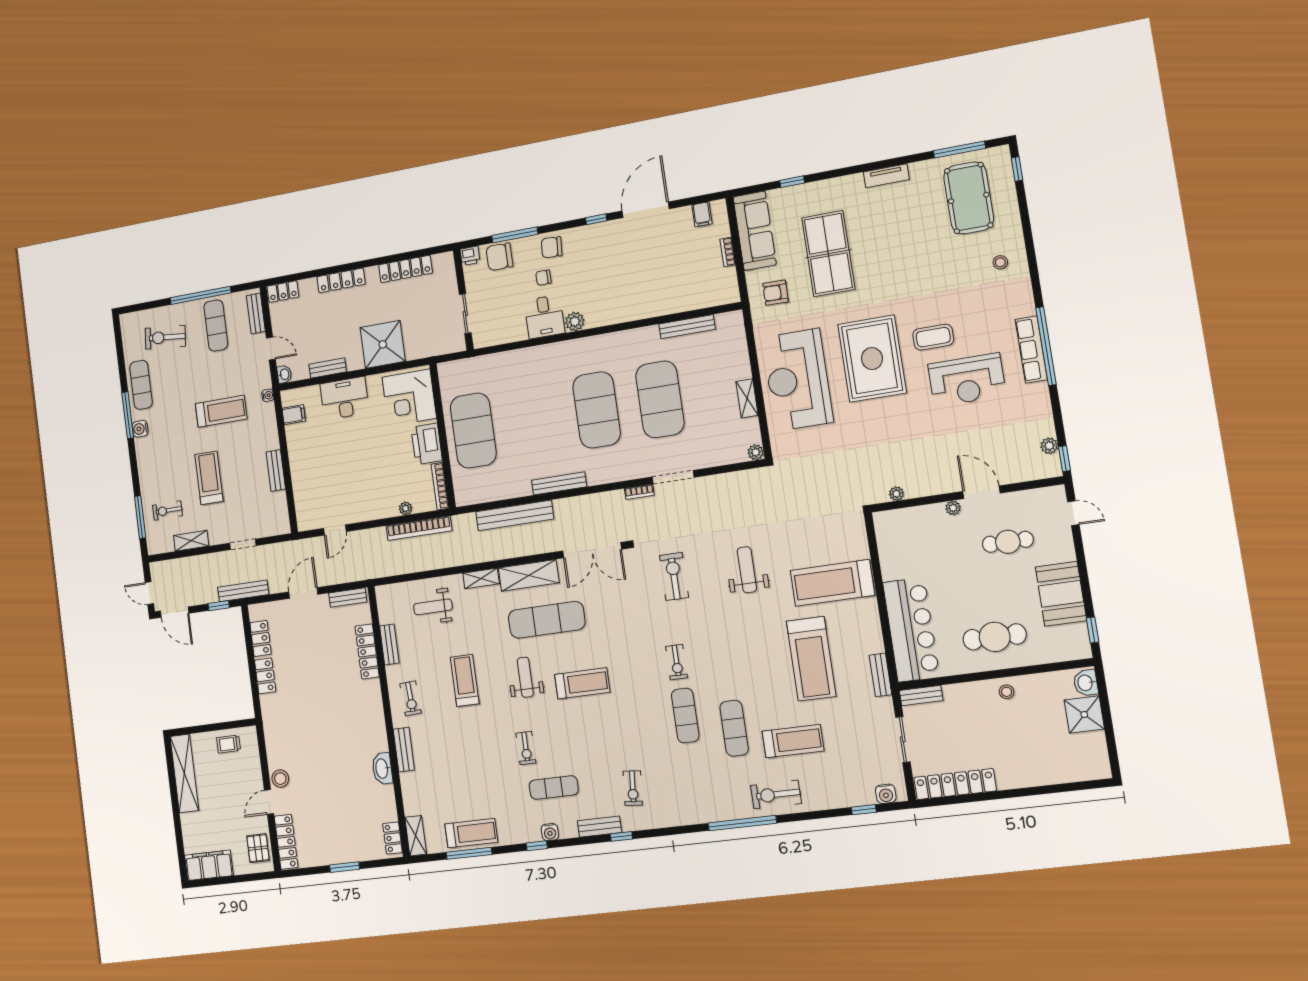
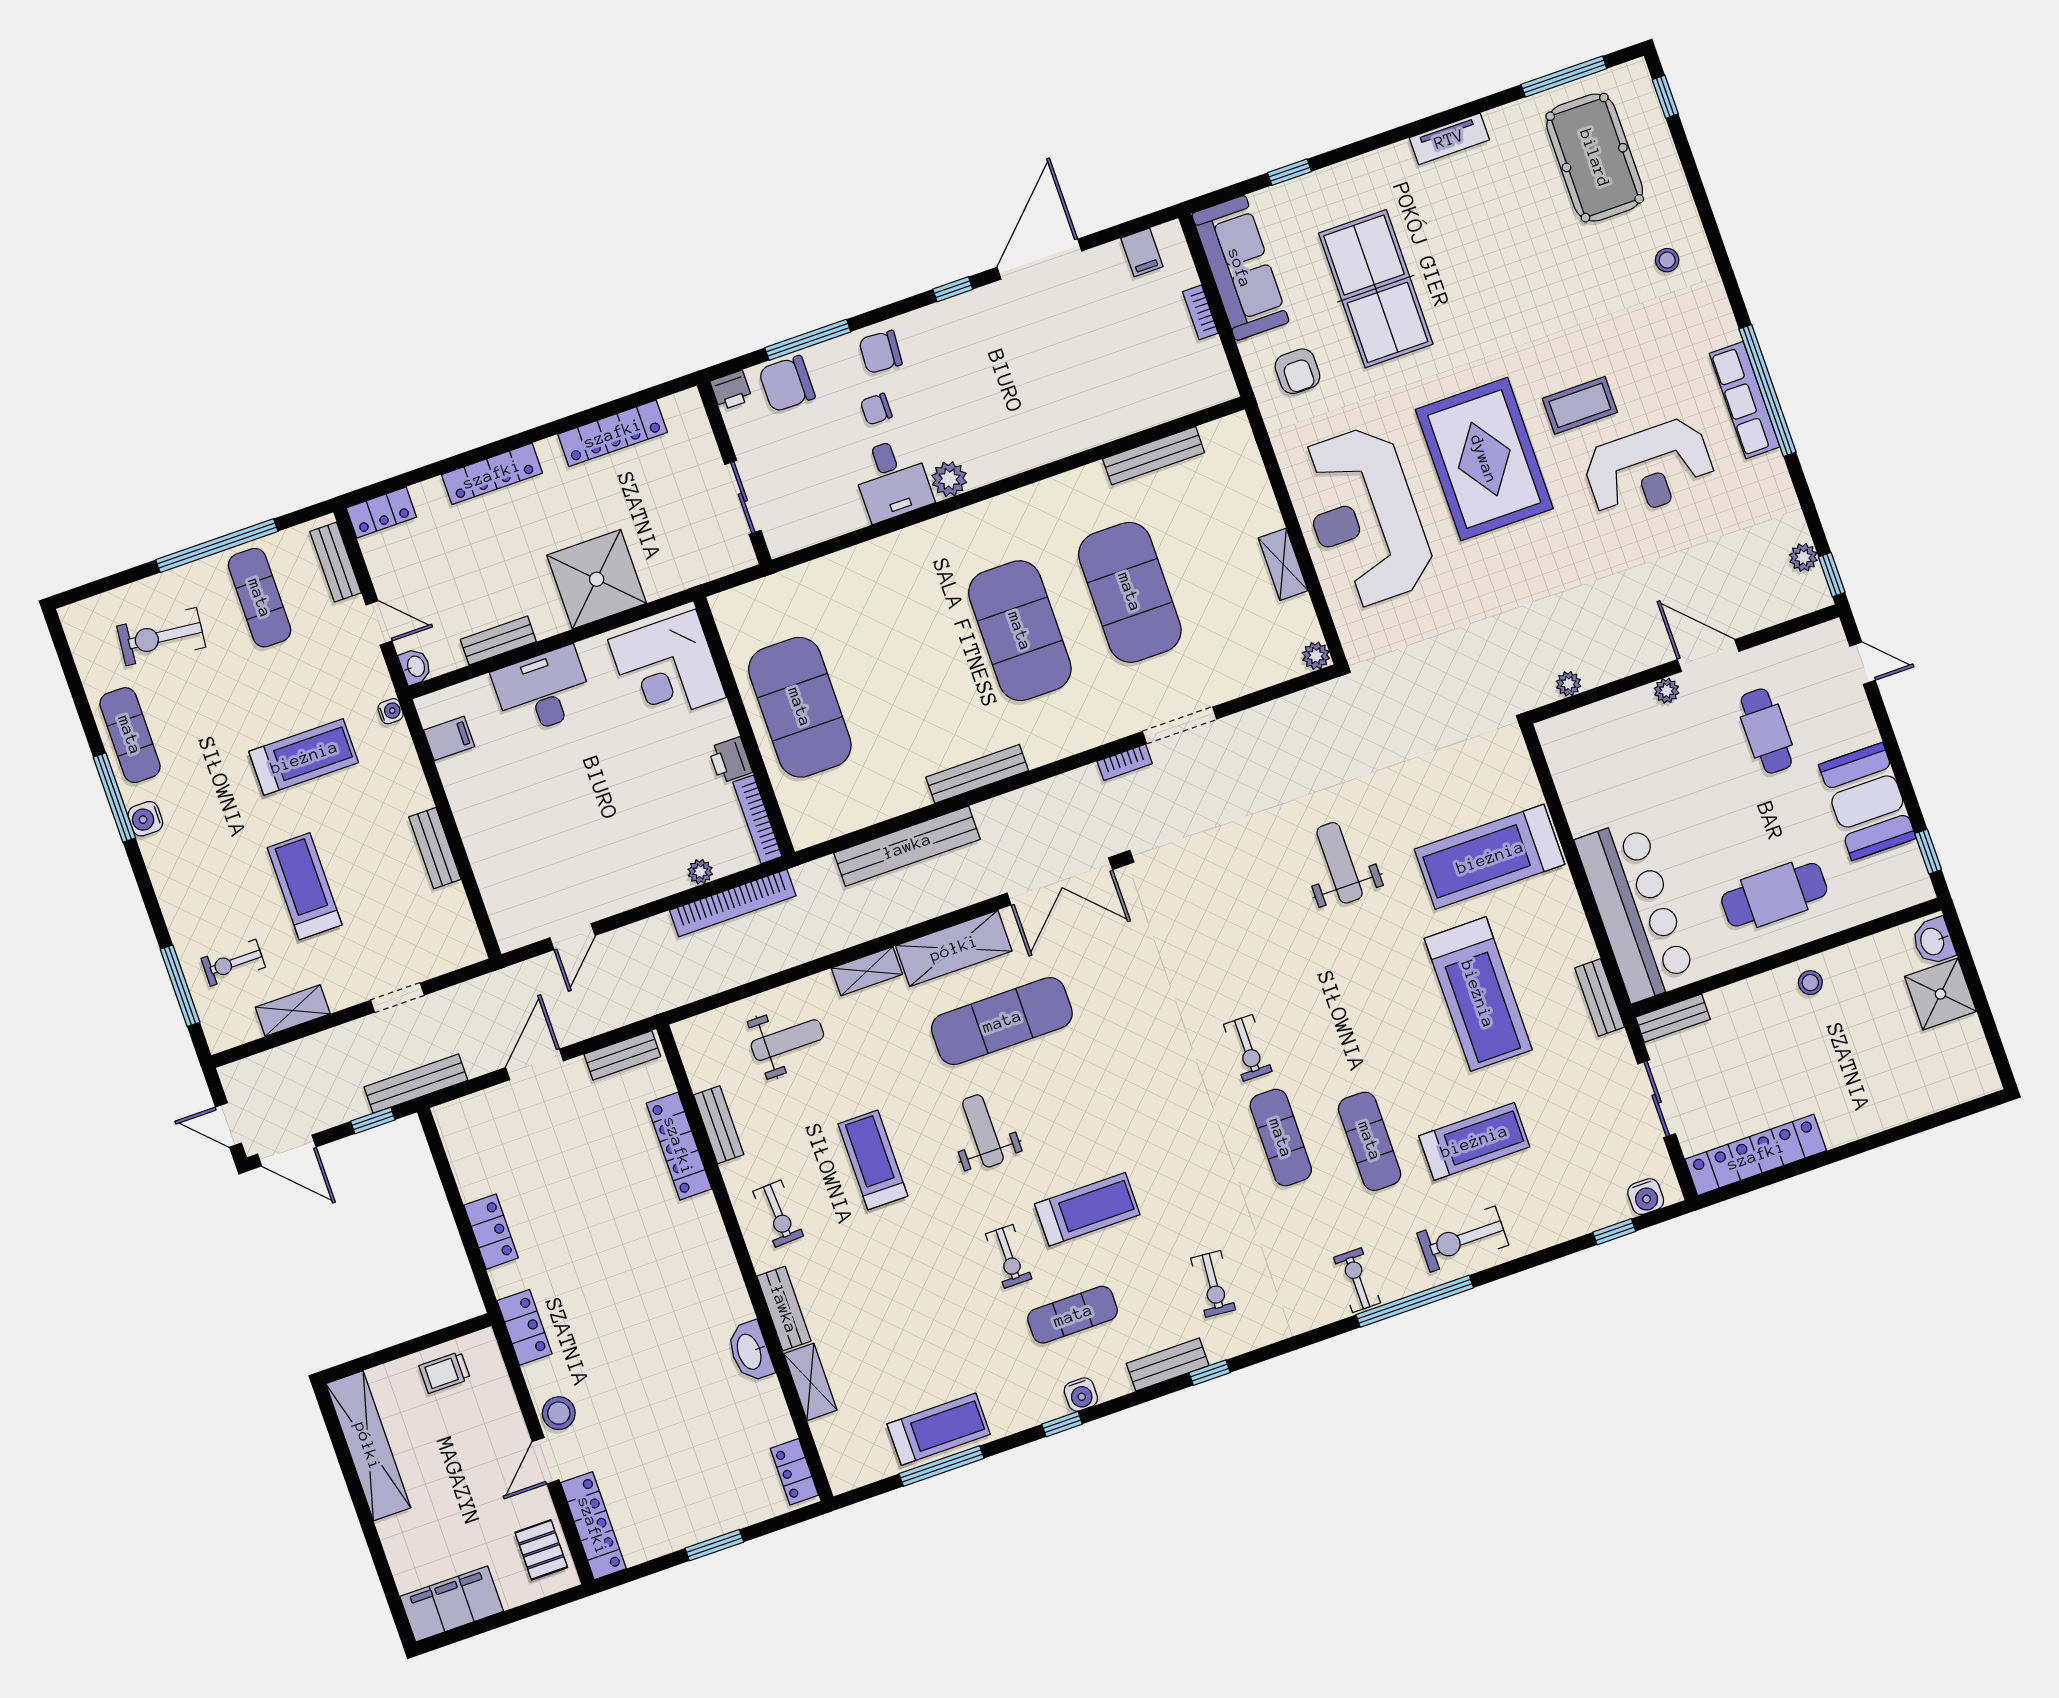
armchair: (775, 293) -> (1297, 371), turned -91
printer: (427, 444) -> (730, 760), width x0.53, depth x0.68
cafe table: (1008, 542) -> (1766, 731), turned 90
exercise bike: (674, 576) -> (1357, 1280), moved, width x0.73, depth x0.72
weight bench: (433, 607) -> (787, 1040), turned 180
locker: (261, 638) -> (525, 1327), moved
treadmill: (582, 683) -> (1087, 1209), moved
shelving: (416, 836) -> (810, 1382), moved

